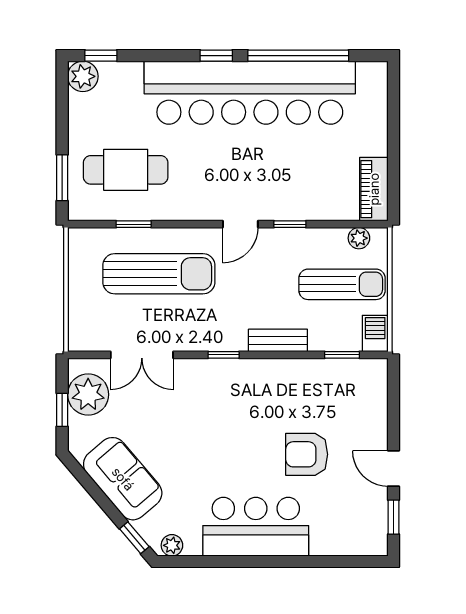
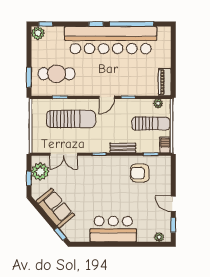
armchair: (307, 454) -> (140, 173), moved
plant: (172, 545) -> (159, 237), moved

